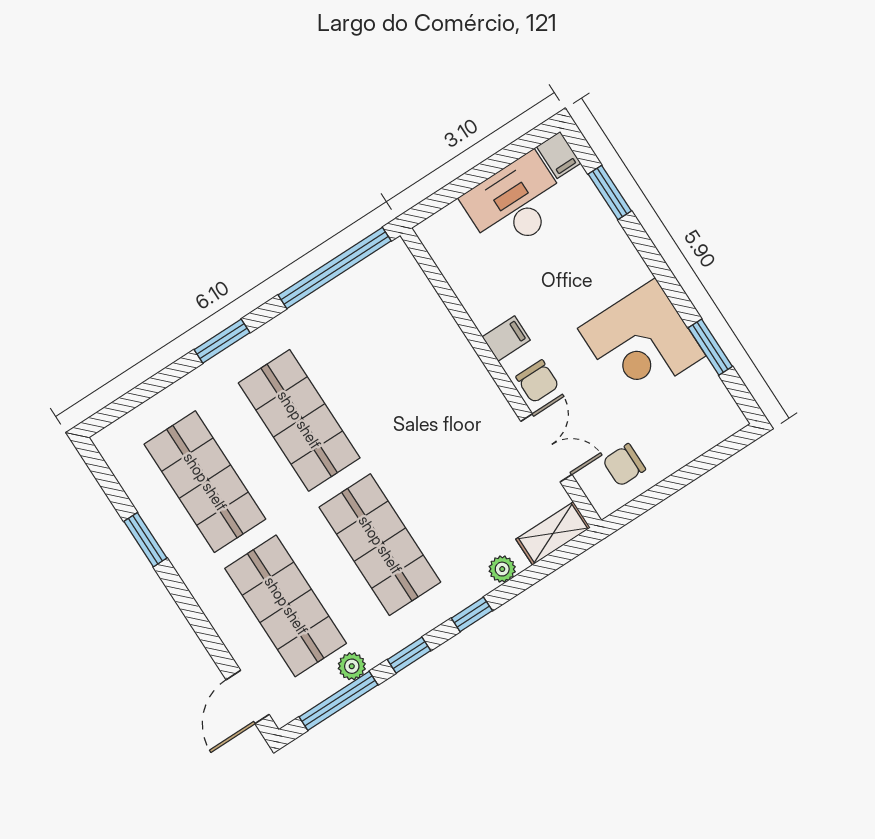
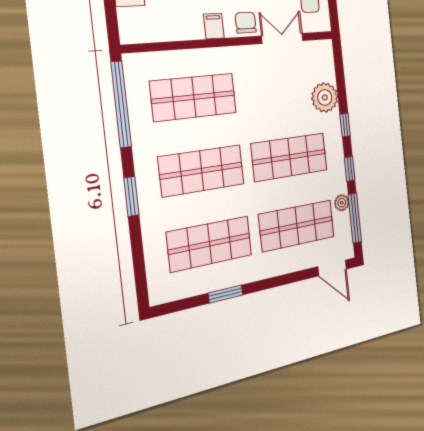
shop shelf: (394, 359) -> (194, 97), added
chair: (537, 381) -> (246, 23), turned -90
shelving: (553, 533) -> (326, 60), removed
plant: (502, 569) -> (325, 98), width x1.88, depth x1.88

